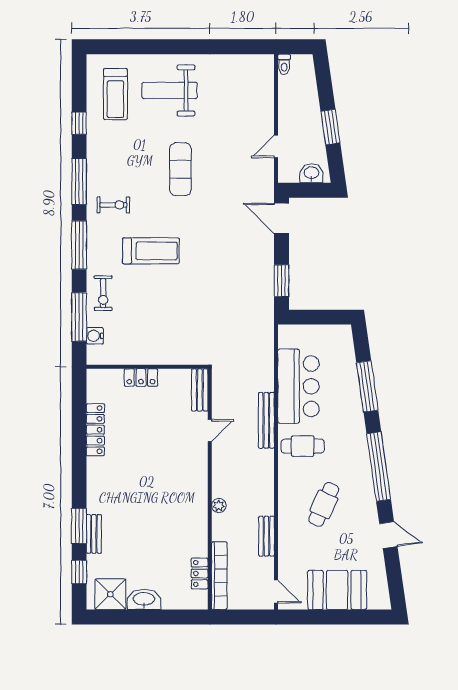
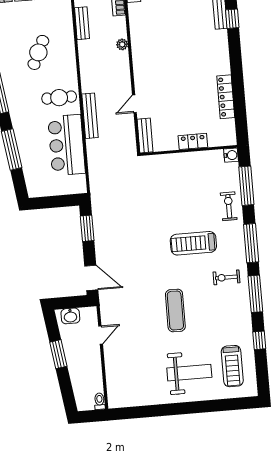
treadmill: (115, 94) -> (232, 366), turned 180
water cooler: (95, 336) -> (231, 155), moved
window: (79, 526) -> (232, 19), width x0.67

